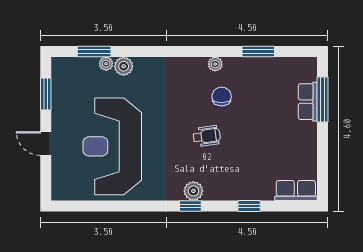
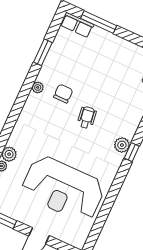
chair: (222, 97) -> (63, 94), turned 90
row of seats: (308, 102) -> (77, 25), moved

